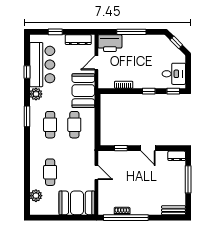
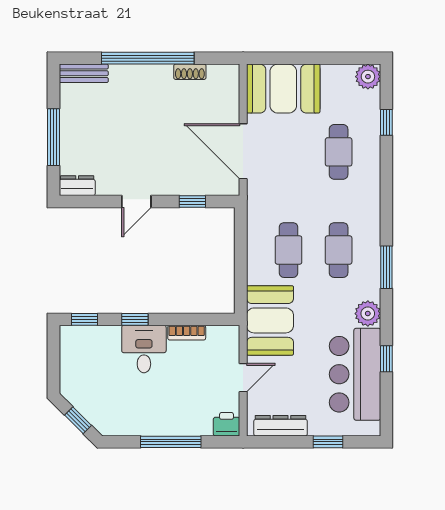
printer: (110, 43) -> (226, 424), width x0.53, depth x0.68
desk: (174, 74) -> (144, 349), moved, turned 90
door: (148, 148) -> (136, 201), swing flipped
door: (96, 173) -> (243, 151), width x1.87
window: (27, 186) -> (386, 122), added
plant: (36, 196) -> (368, 77), moved
window: (126, 218) -> (148, 58), moved

